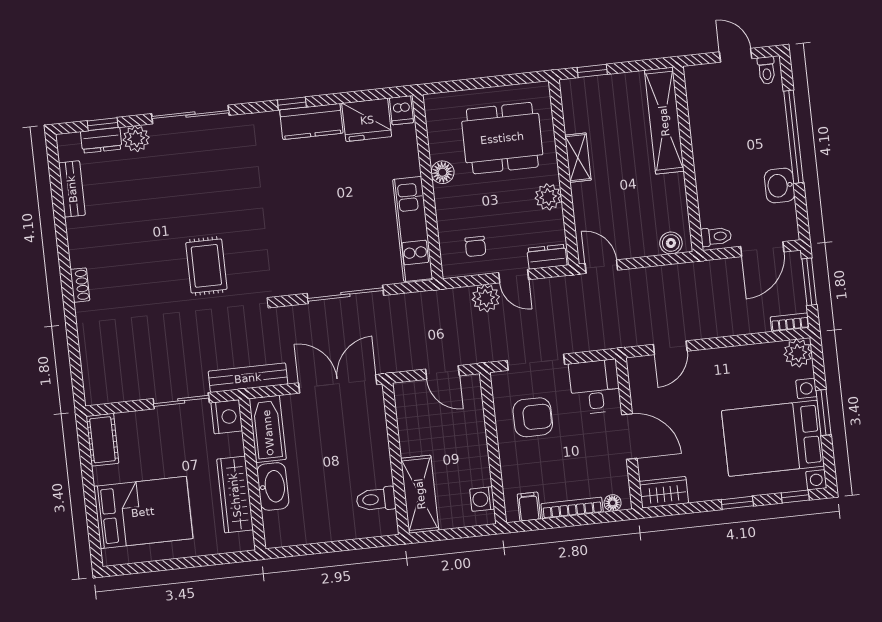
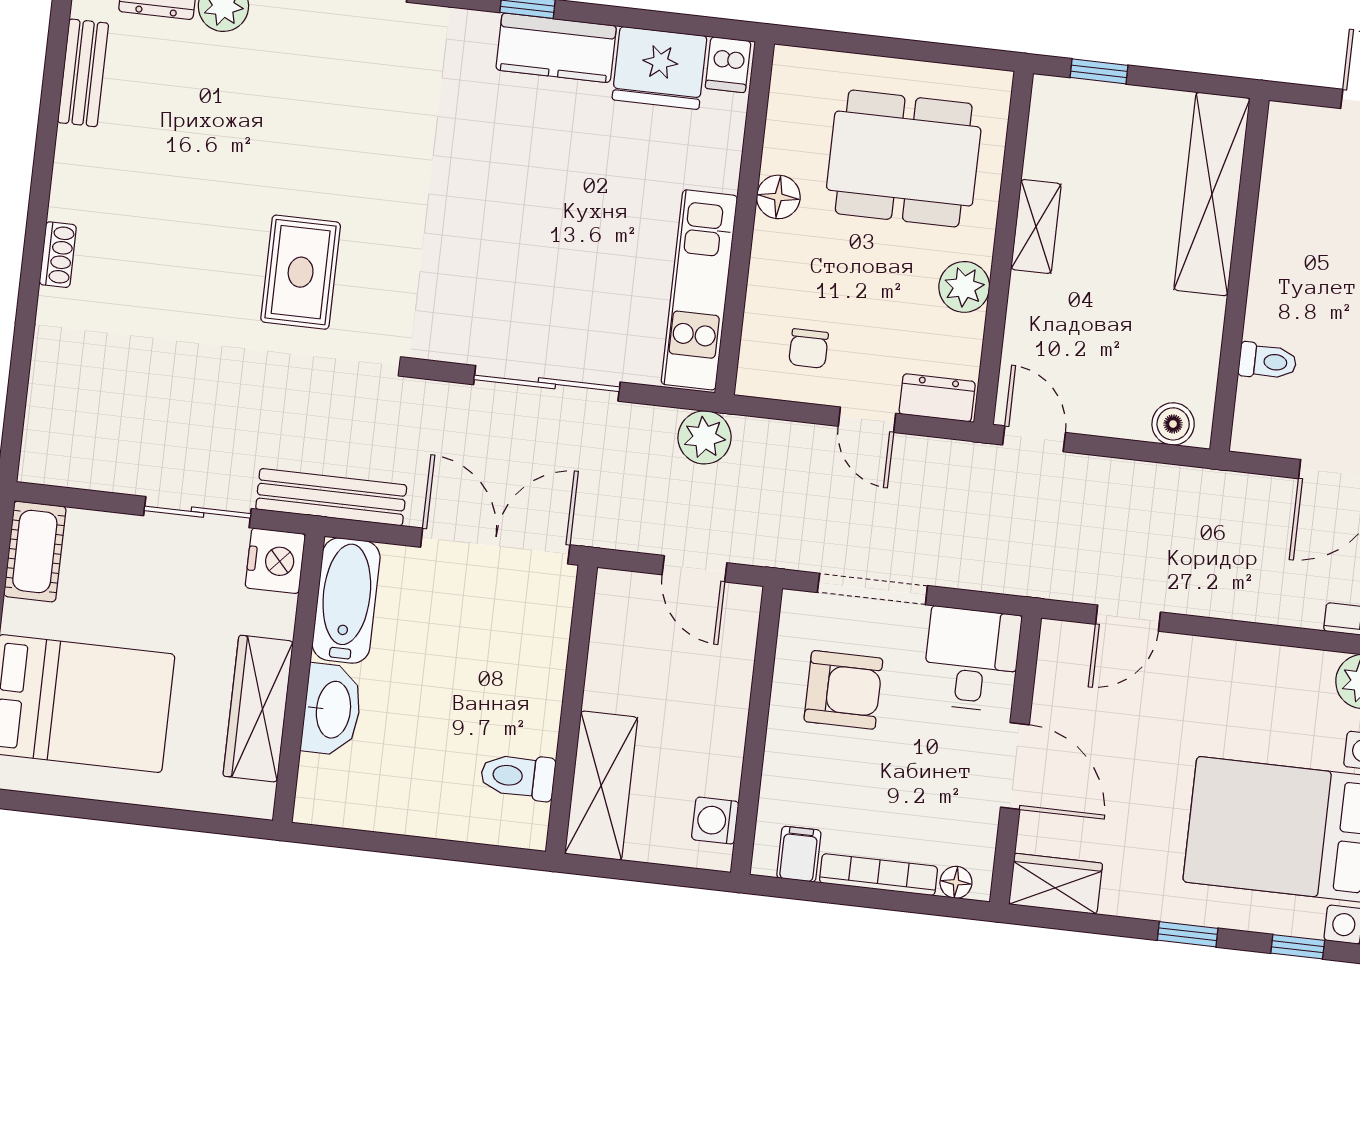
toilet: (716, 236) -> (1267, 361), moved
plant: (486, 298) -> (705, 437), moved

